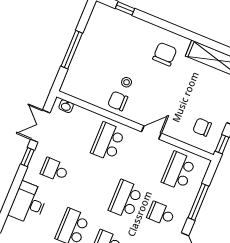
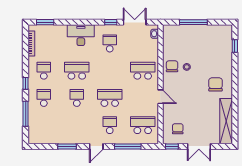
chair: (165, 54) -> (216, 84), turned -90

